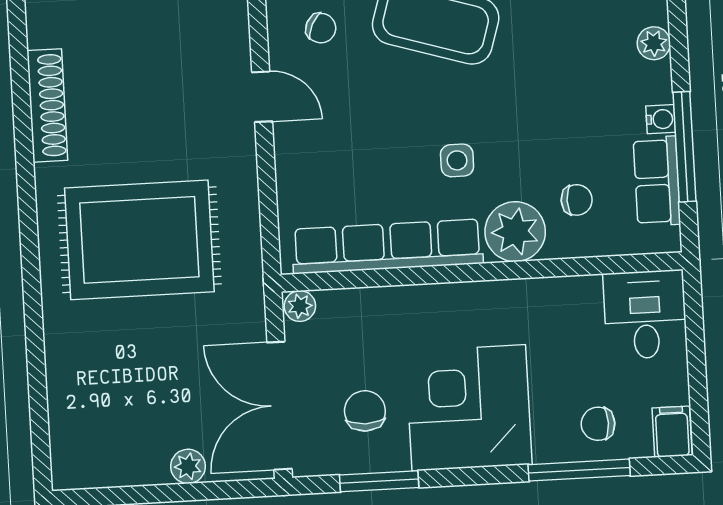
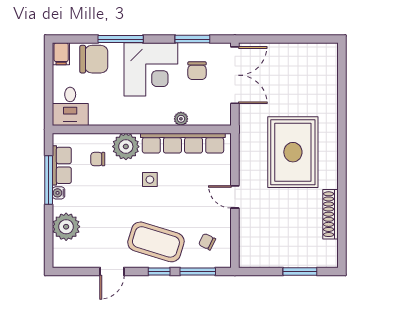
plant: (654, 43) -> (66, 227), width x1.87, depth x1.87
door: (262, 97) -> (235, 197), moved
rug: (139, 240) -> (293, 152), turned 90
plant: (300, 306) -> (181, 119), moved
chair: (598, 424) -> (94, 59), width x1.87, depth x1.87
plant: (188, 466) -> (277, 50), removed
window: (579, 470) -> (121, 39), moved

